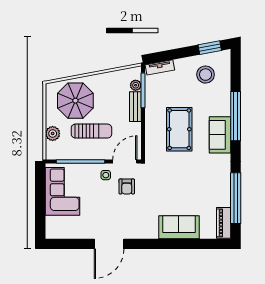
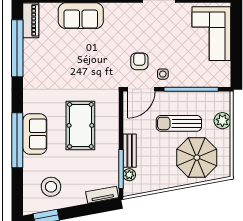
sofa: (220, 135) -> (35, 134), moved
corner sofa: (62, 191) -> (211, 34), moved

